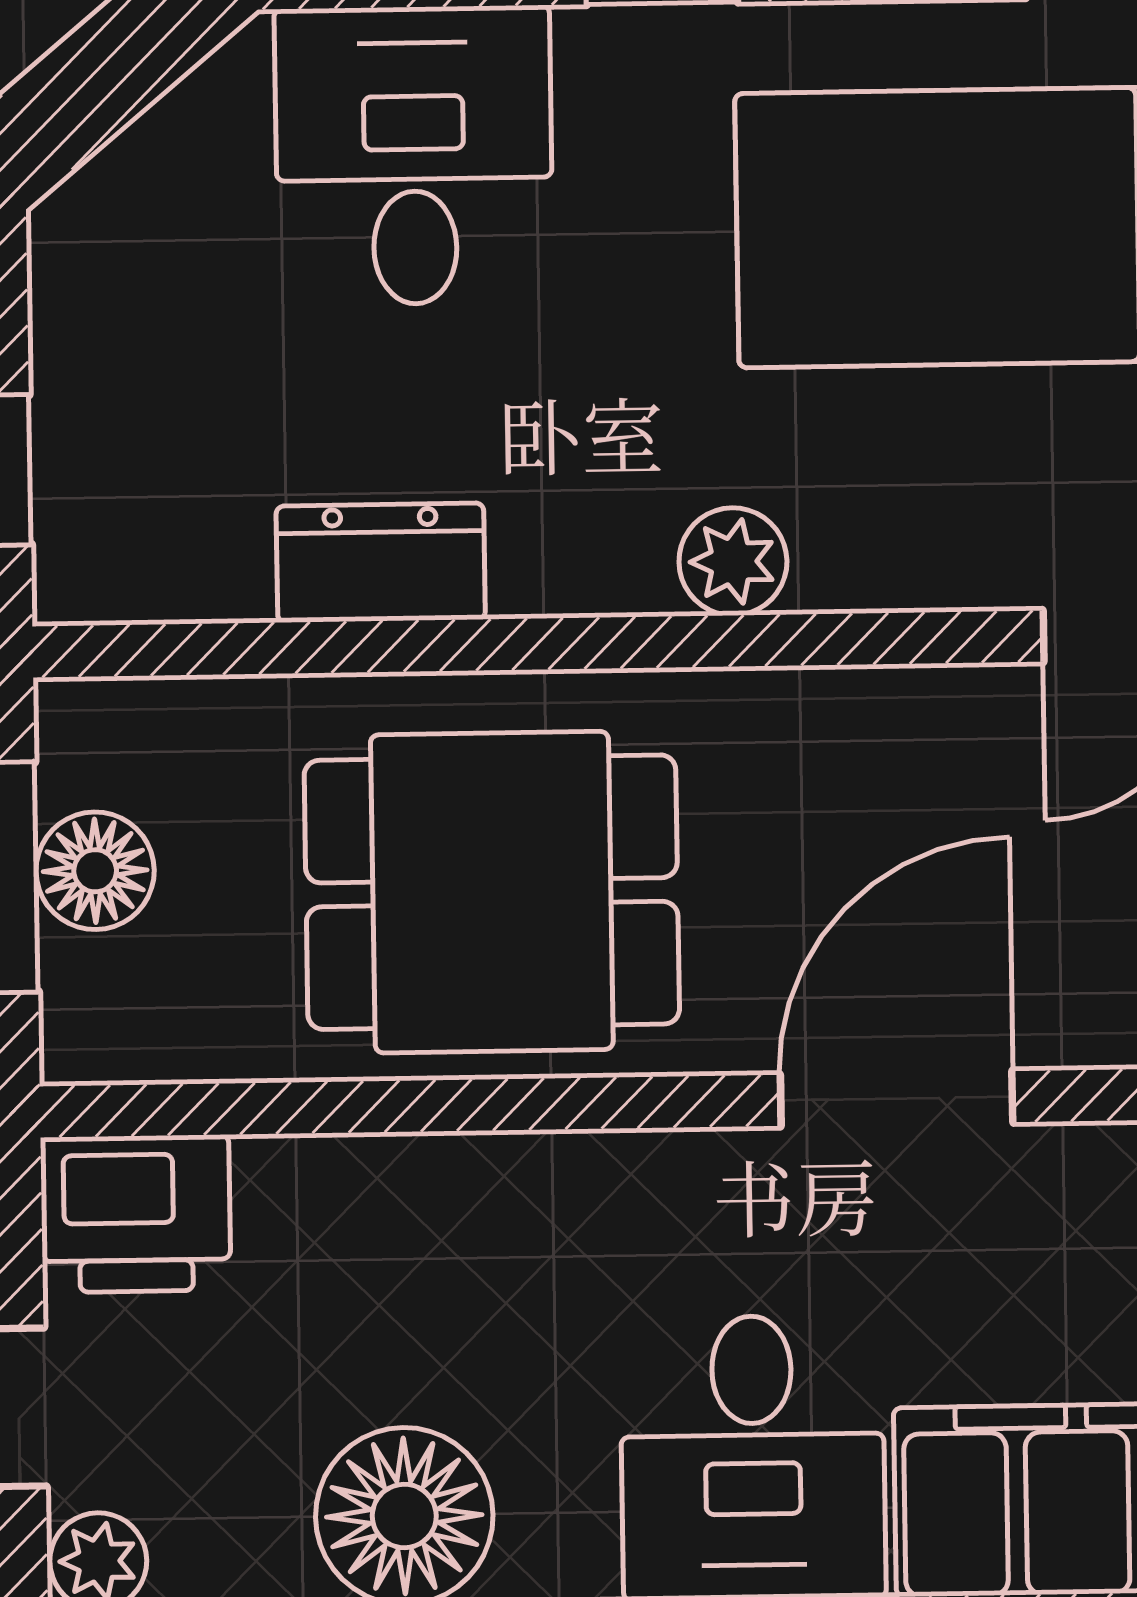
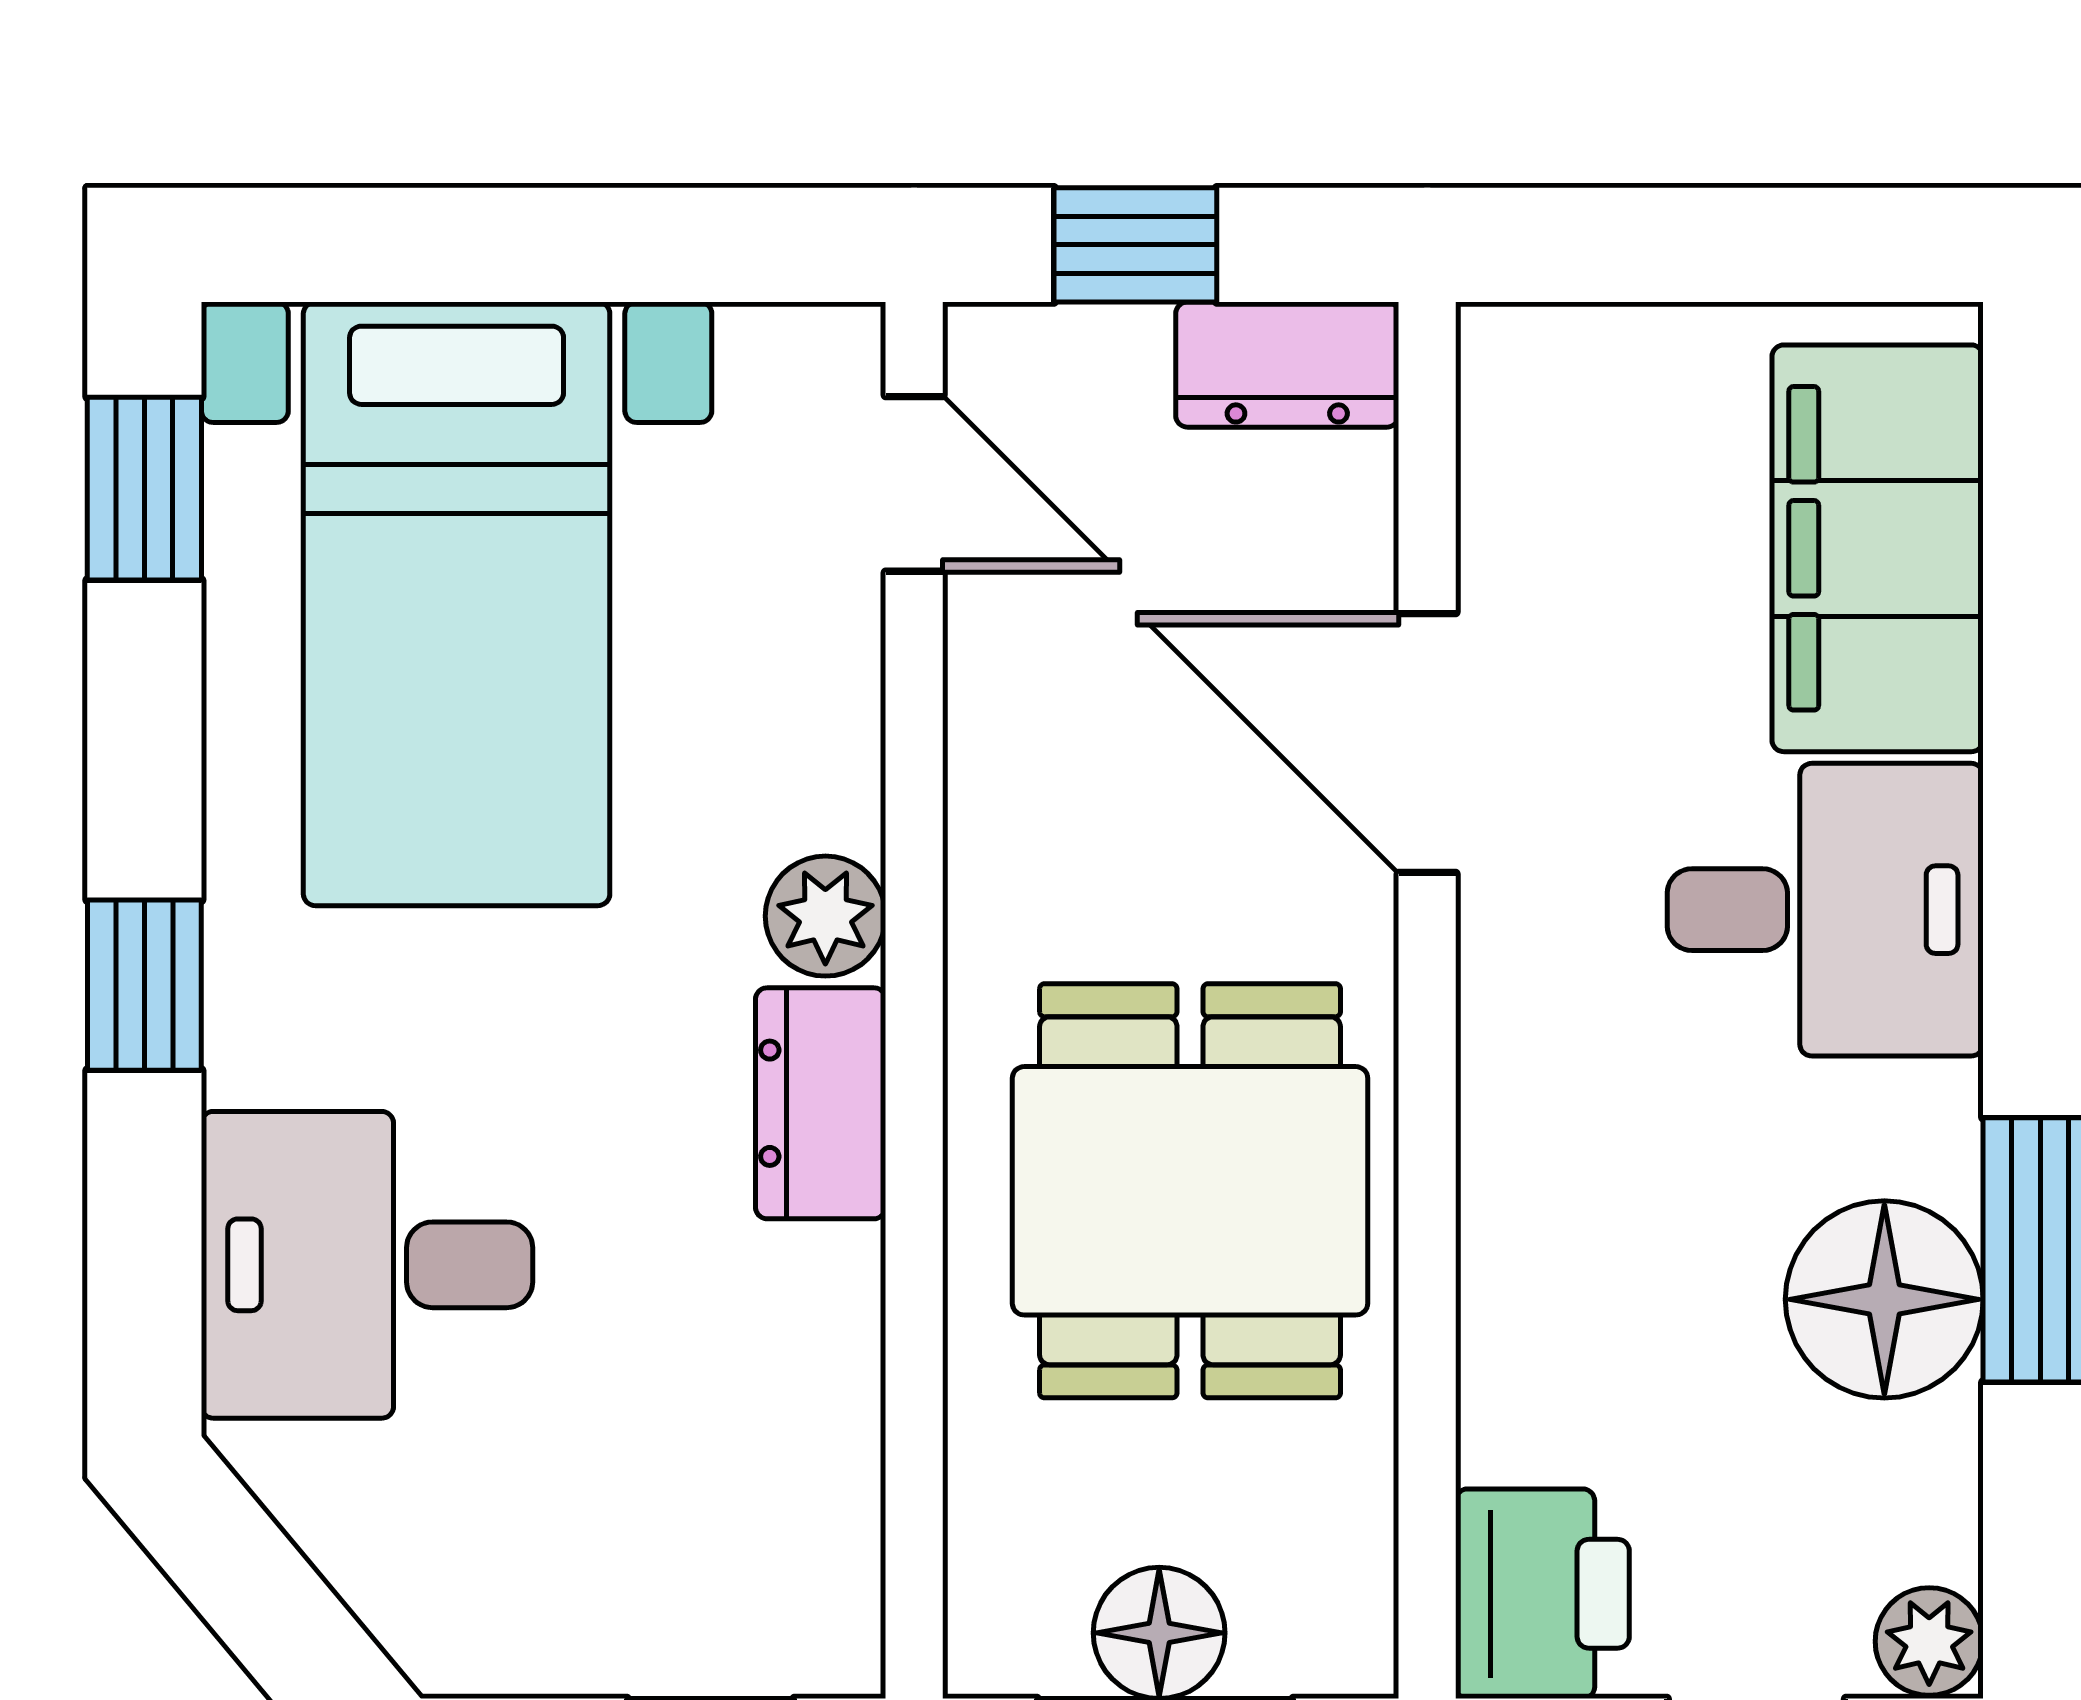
dresser: (381, 563) -> (821, 1103), moved

